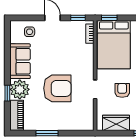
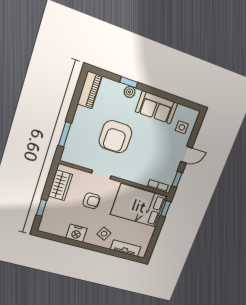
plant: (20, 89) -> (130, 92), width x0.53, depth x0.53
piano: (17, 115) -> (90, 90), moved, turned -90
window: (47, 133) -> (65, 134), moved

